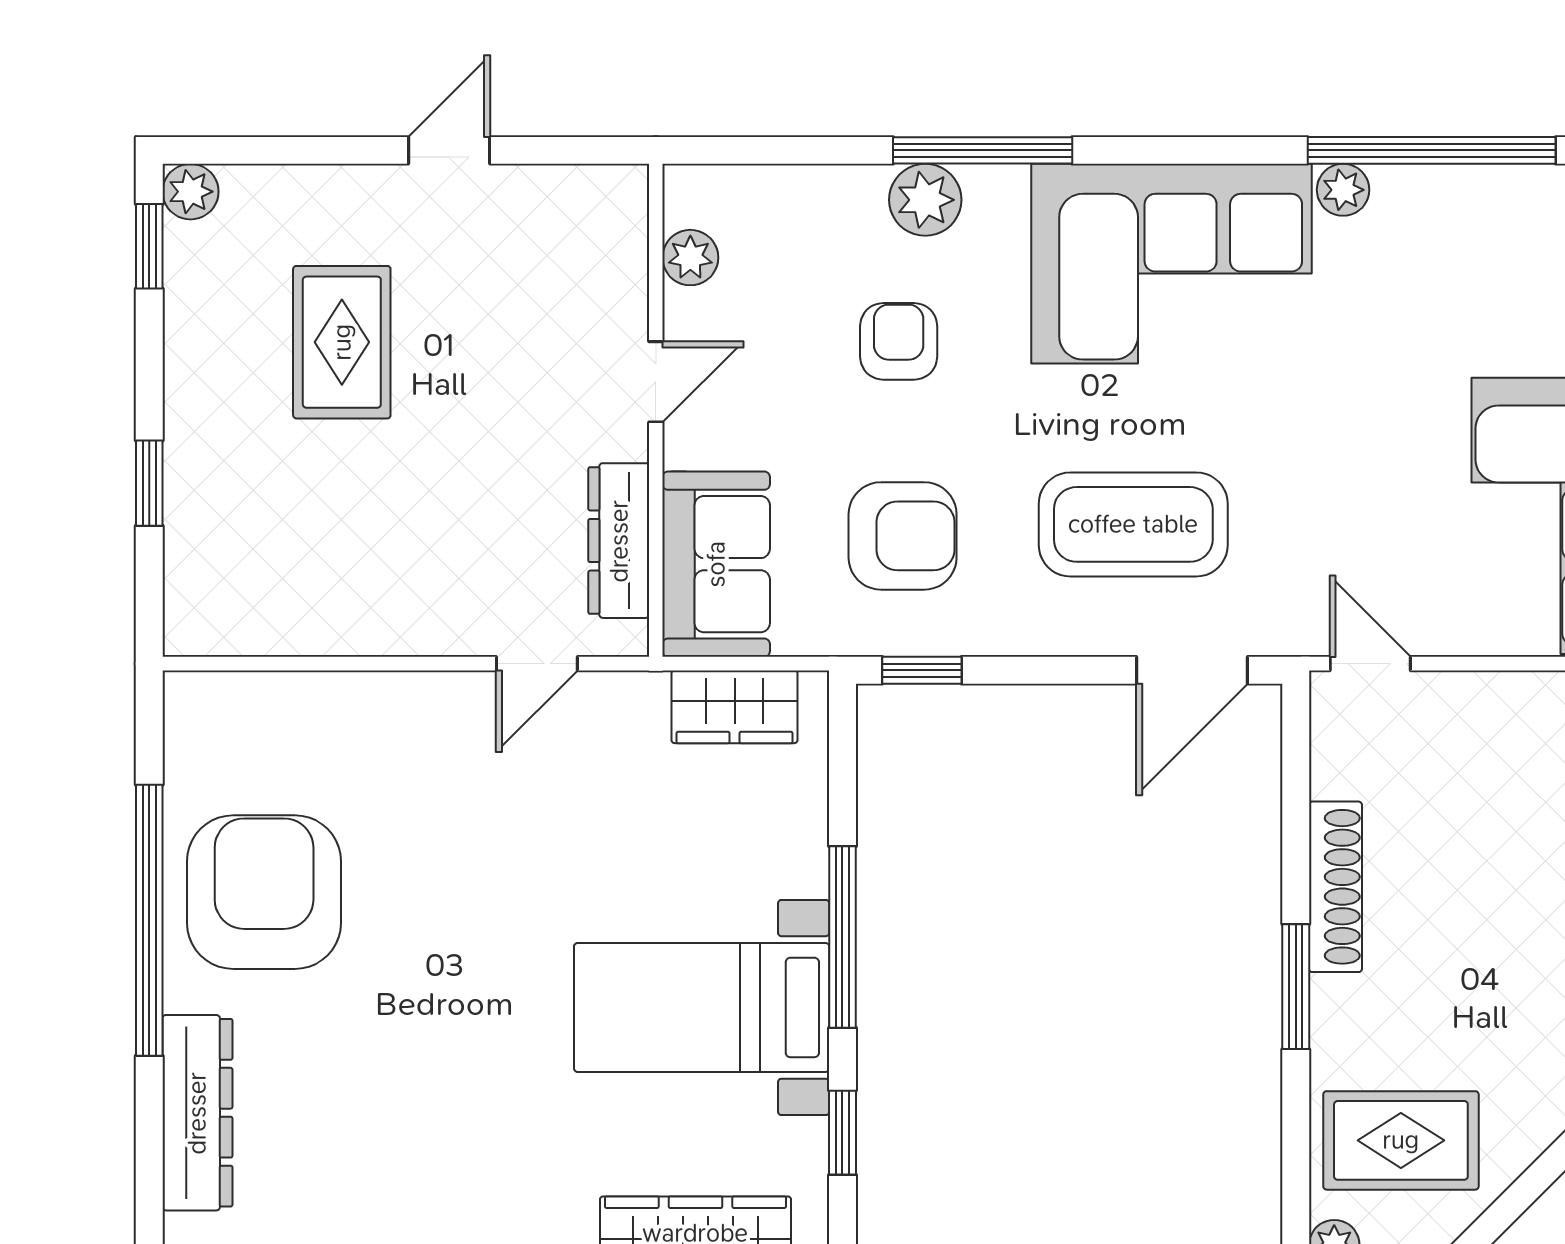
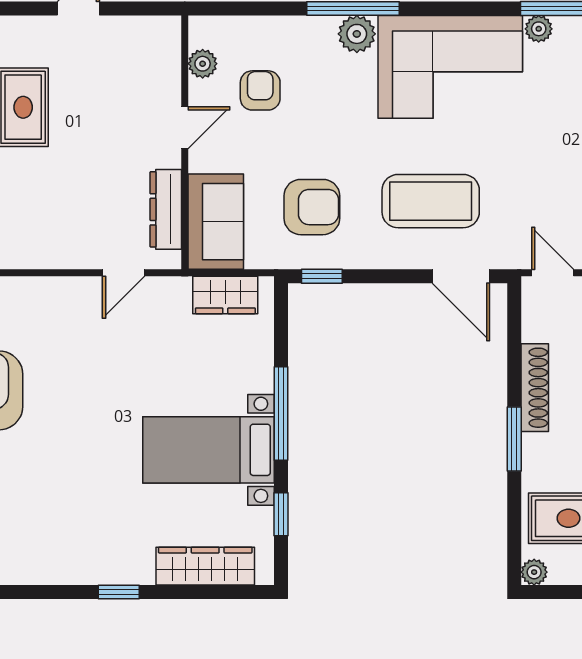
plant: (925, 200) -> (357, 34), moved
armchair: (899, 341) -> (260, 90), moved
door: (1192, 670) -> (461, 276), hinge flipped

